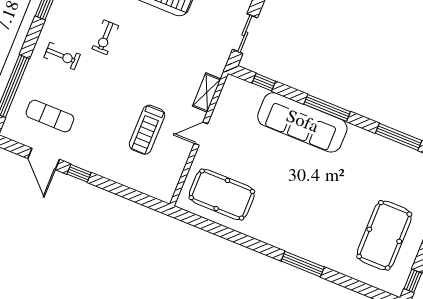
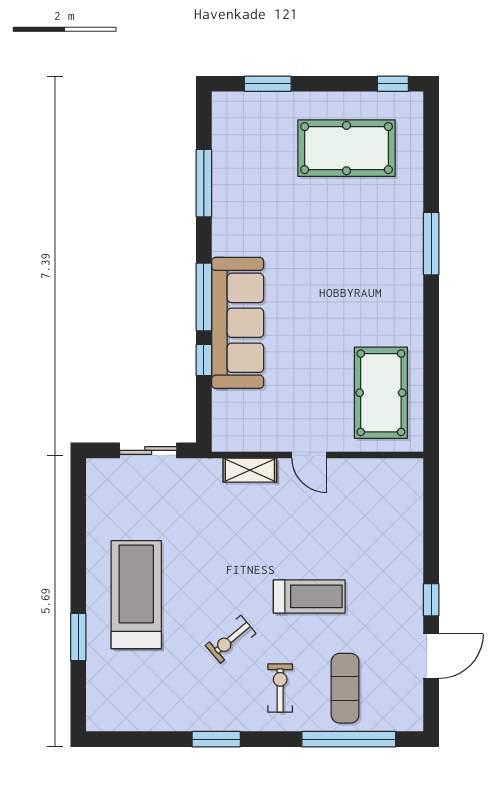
exercise bike: (105, 37) -> (231, 639), turned 140
window: (264, 82) -> (204, 360), moved
exercise mat: (50, 116) -> (345, 688), moved
treadmill: (147, 130) -> (309, 596), moved

